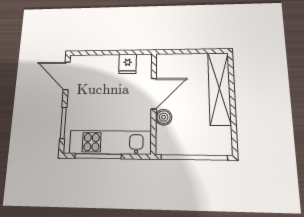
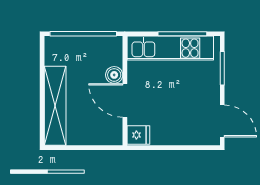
fridge: (128, 64) -> (138, 135), moved, turned 90
door: (154, 94) -> (125, 100), hinge flipped

